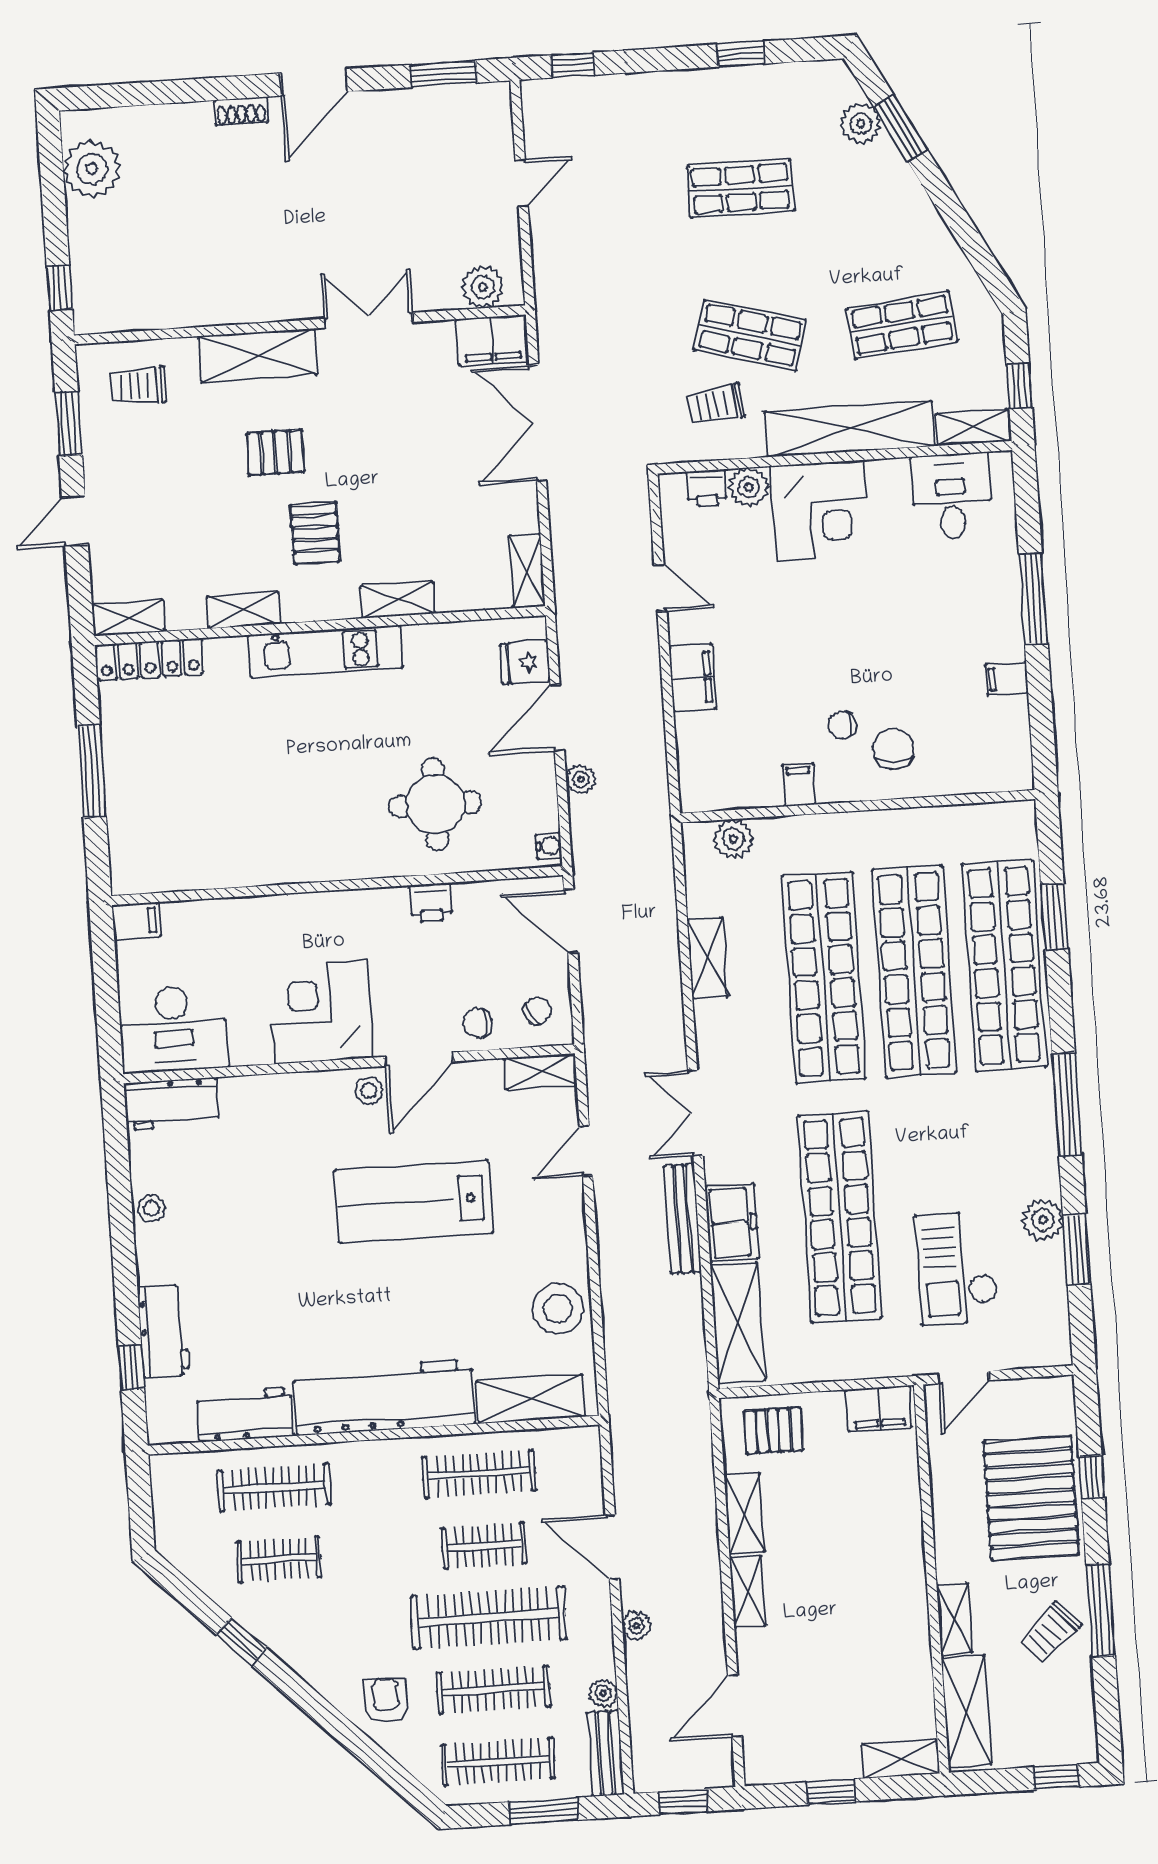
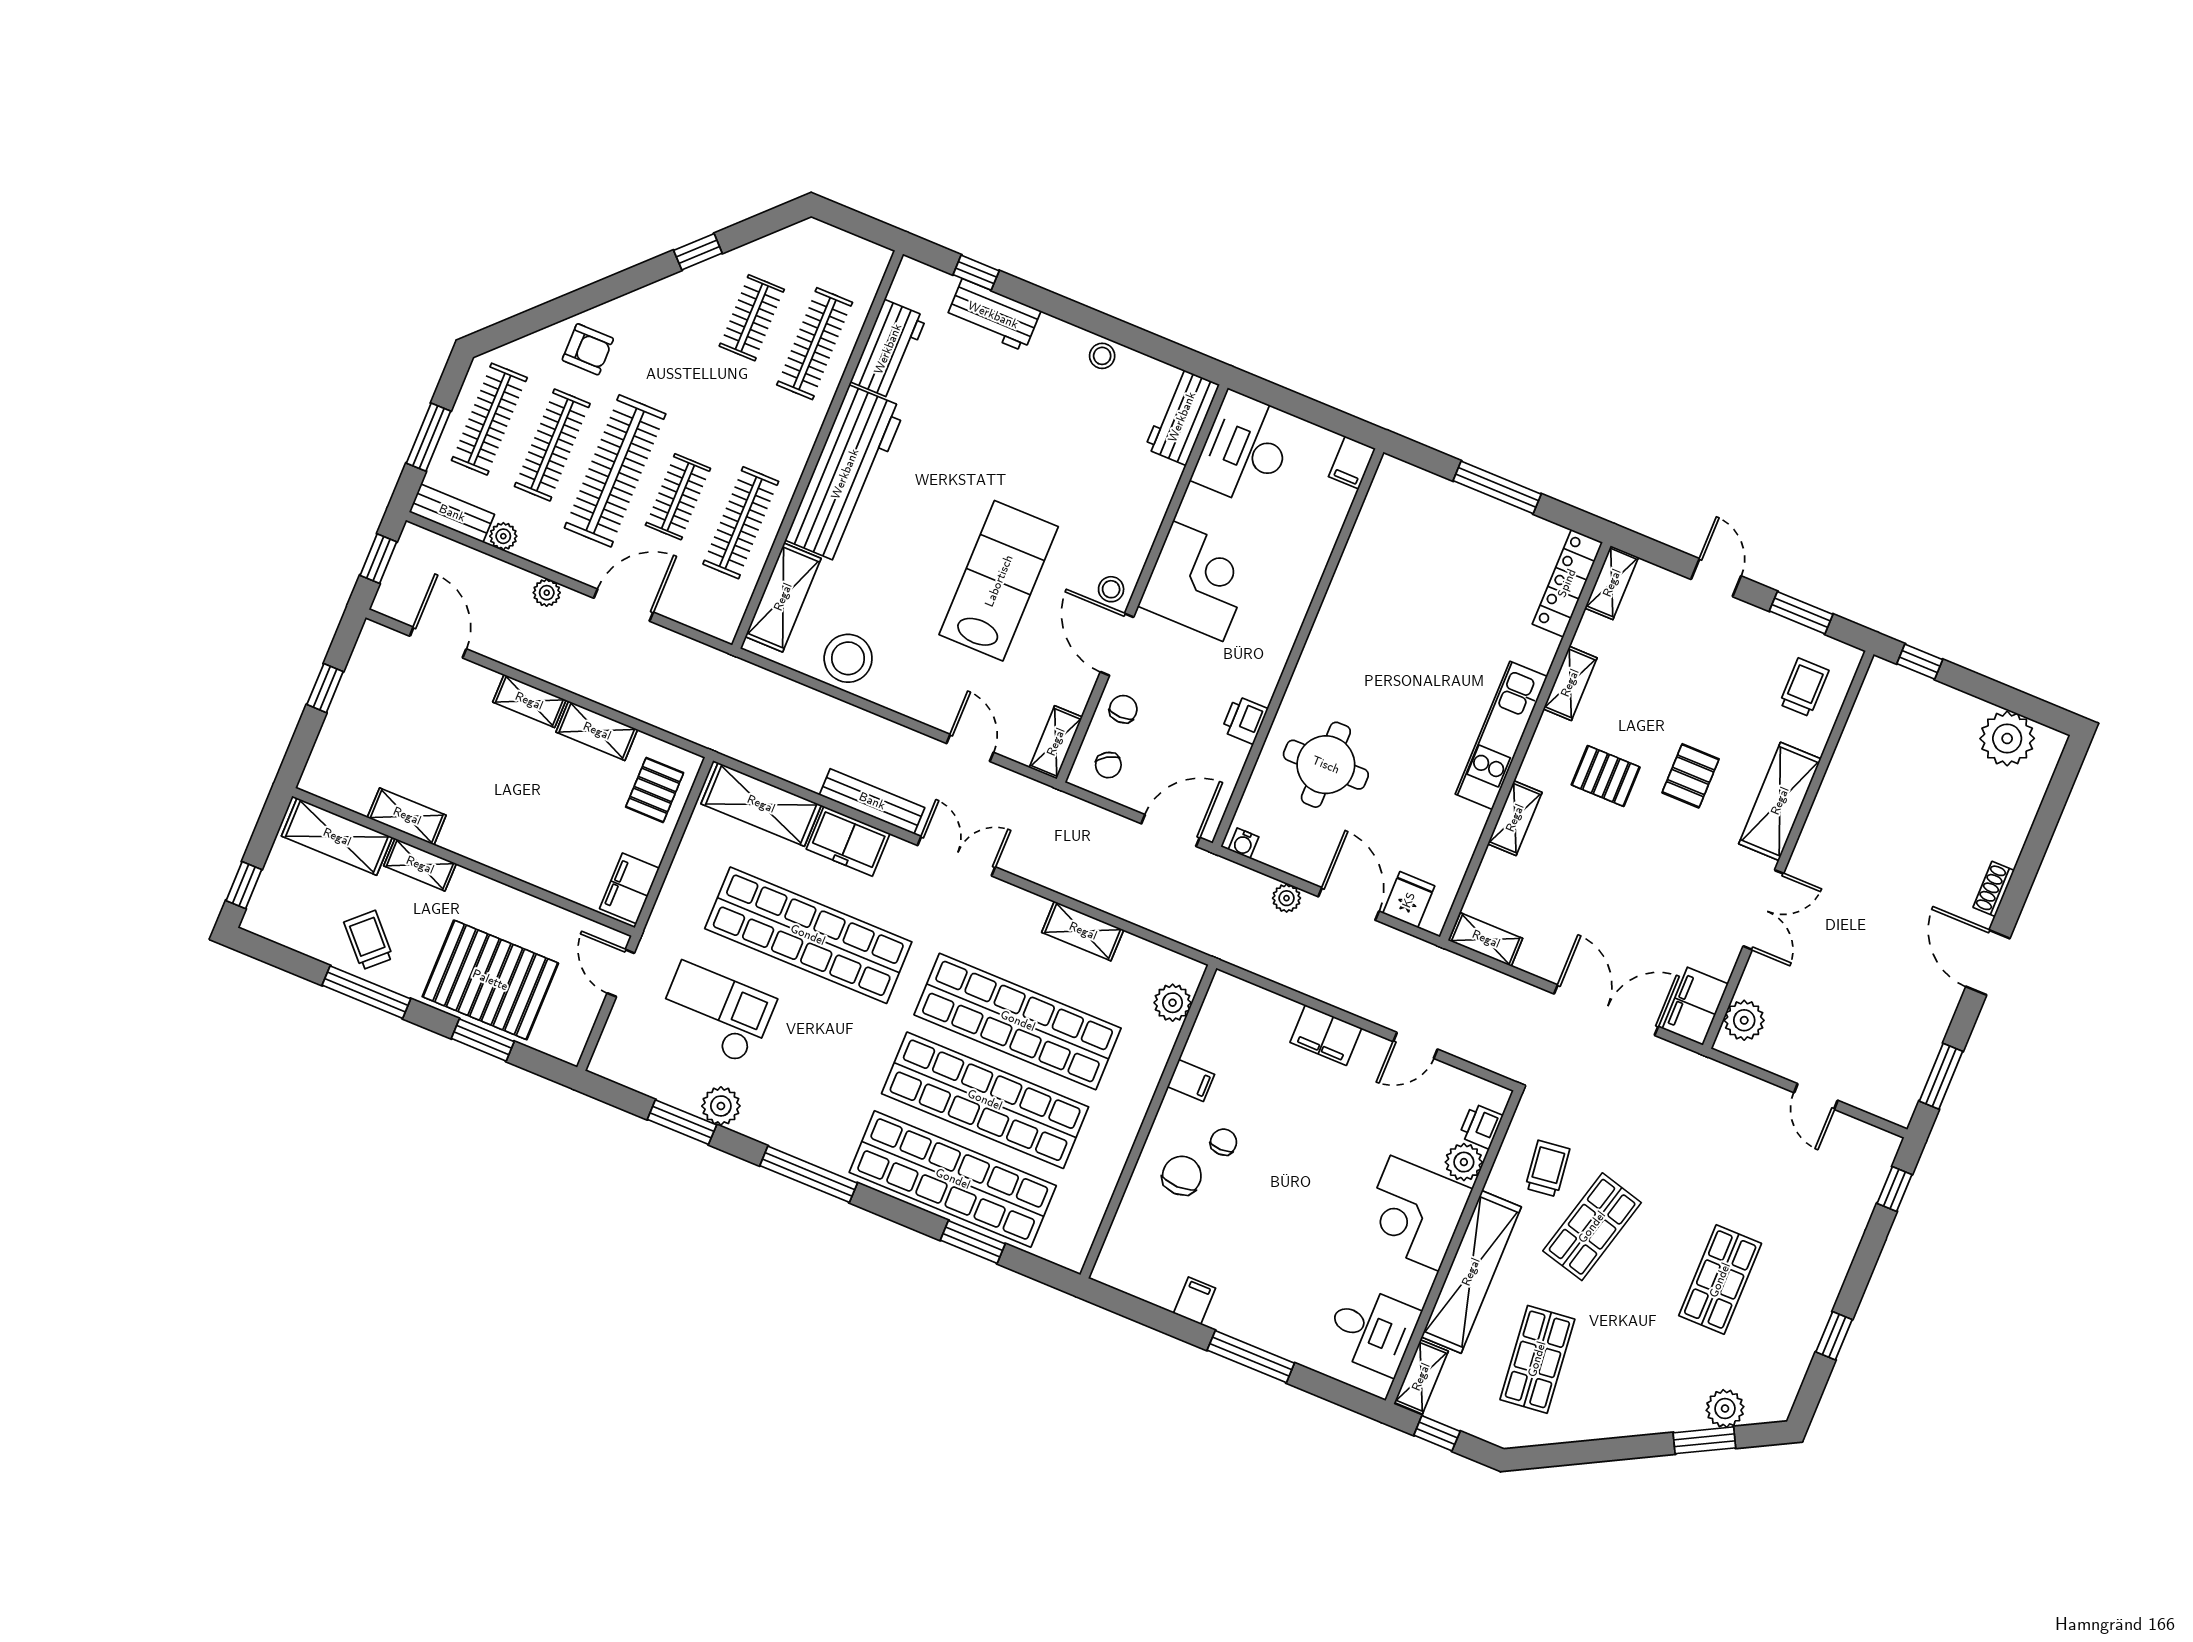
chair: (894, 749) -> (1182, 1176), turned -90
window: (1092, 1477) -> (483, 1040), width x1.50
shelving: (901, 1759) -> (407, 816), moved, turned 90

